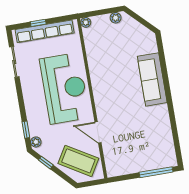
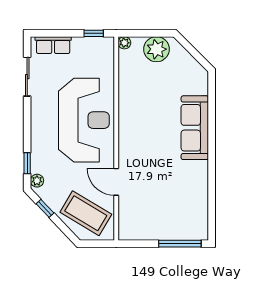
plant: (116, 18) -> (156, 49), width x1.88, depth x1.88
window: (38, 23) -> (94, 33), moved
row of seats: (45, 31) -> (53, 45), width x0.50

